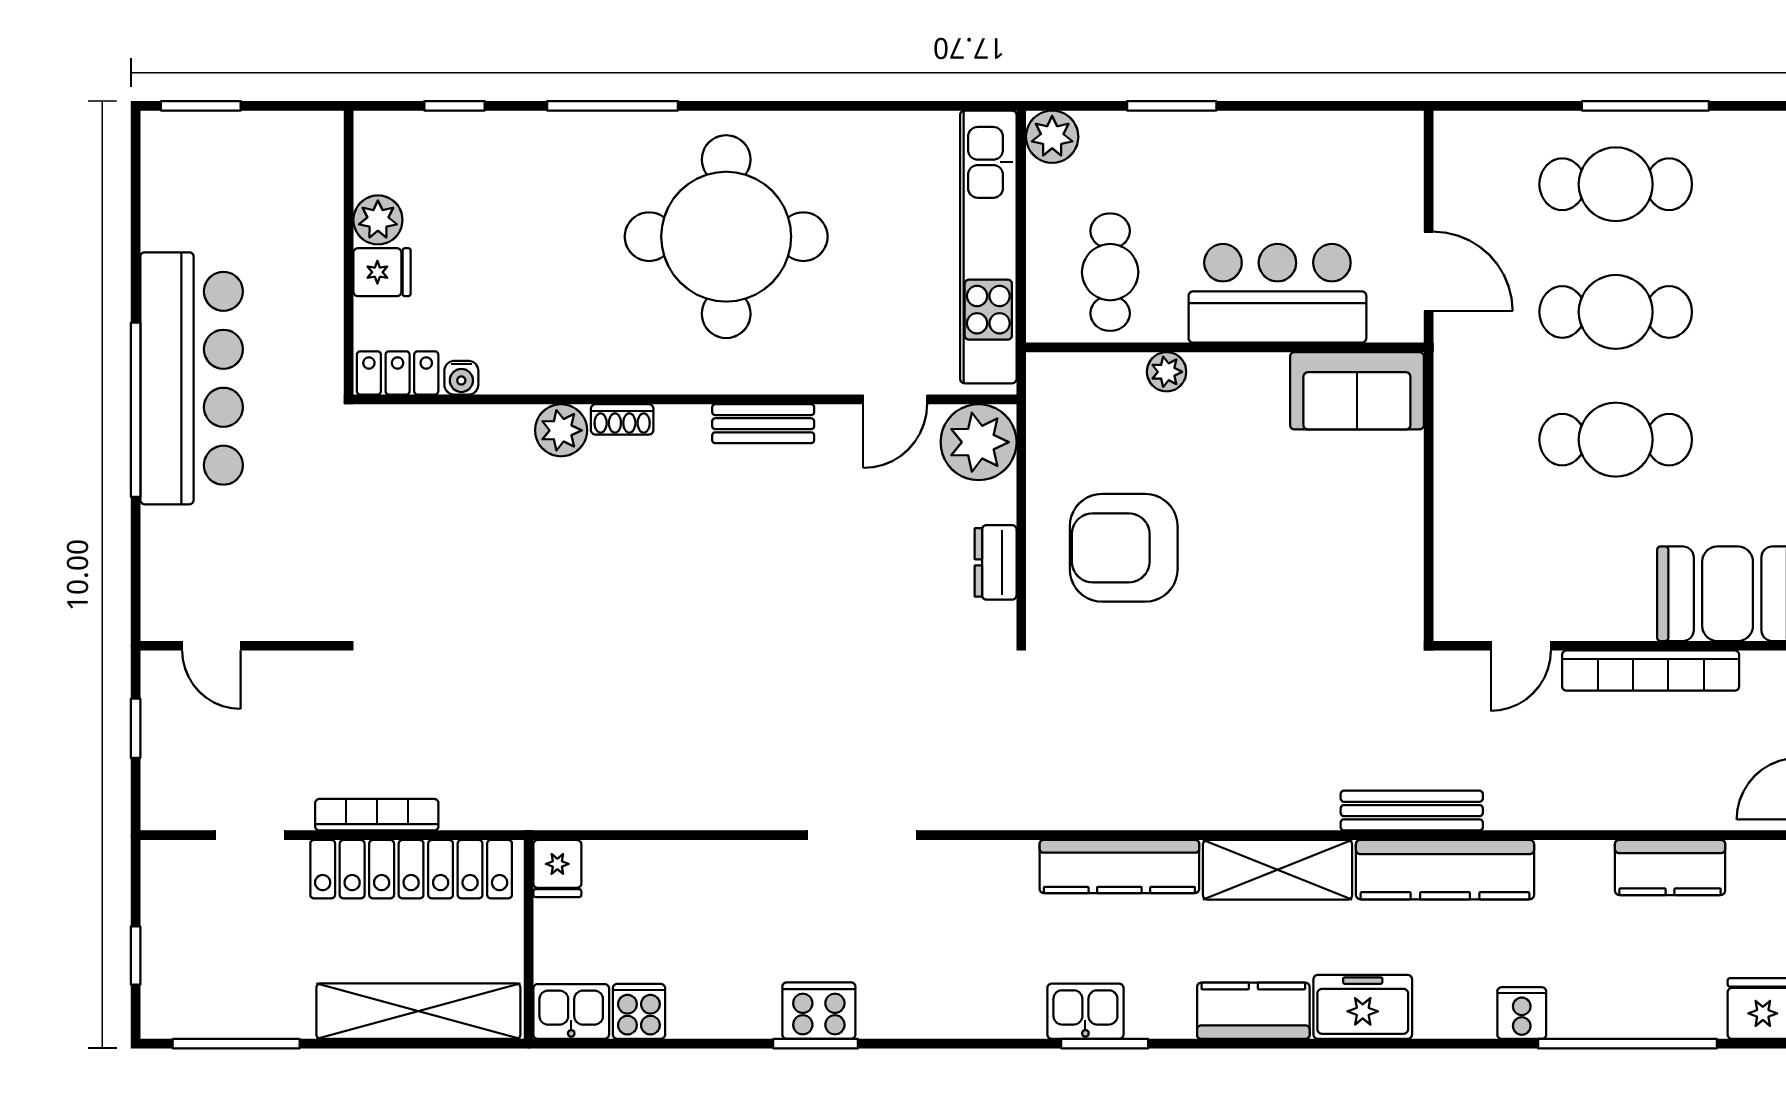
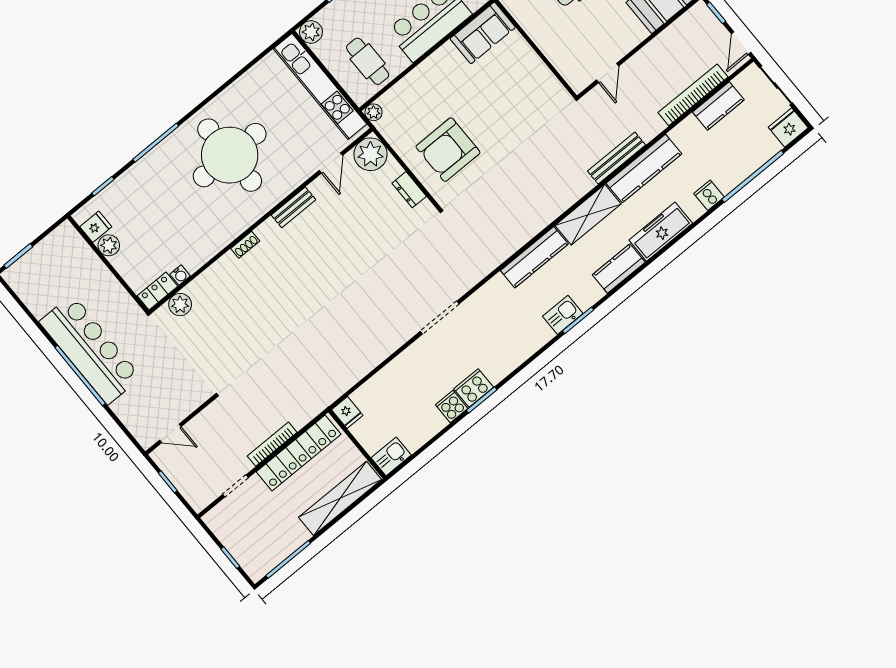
fridge: (382, 272) -> (96, 227), moved
plant: (1167, 372) -> (373, 112), moved
plant: (561, 430) -> (180, 305), moved
bookcase: (1651, 671) -> (693, 95), moved, turned 180
freezer: (1363, 1007) -> (661, 232), width x1.40
cooker: (639, 1011) -> (452, 407), moved

